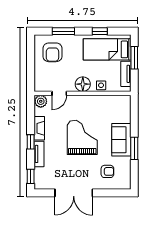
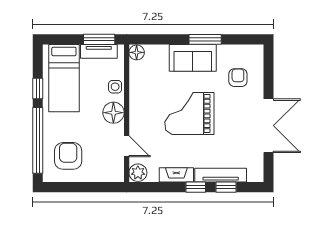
window: (63, 31) -> (38, 140), width x2.11
armchair: (52, 52) -> (68, 156), turned -90
window: (134, 58) -> (99, 39), moved
floor lamp: (125, 100) -> (137, 52), added
tv unit: (39, 154) -> (221, 175), width x1.41
window: (31, 176) -> (226, 187), moved

